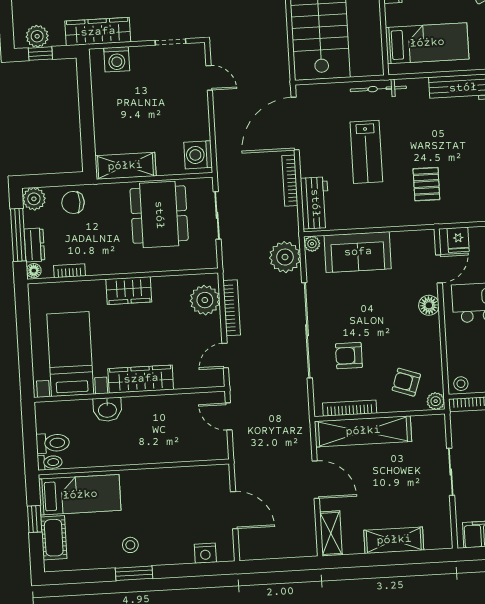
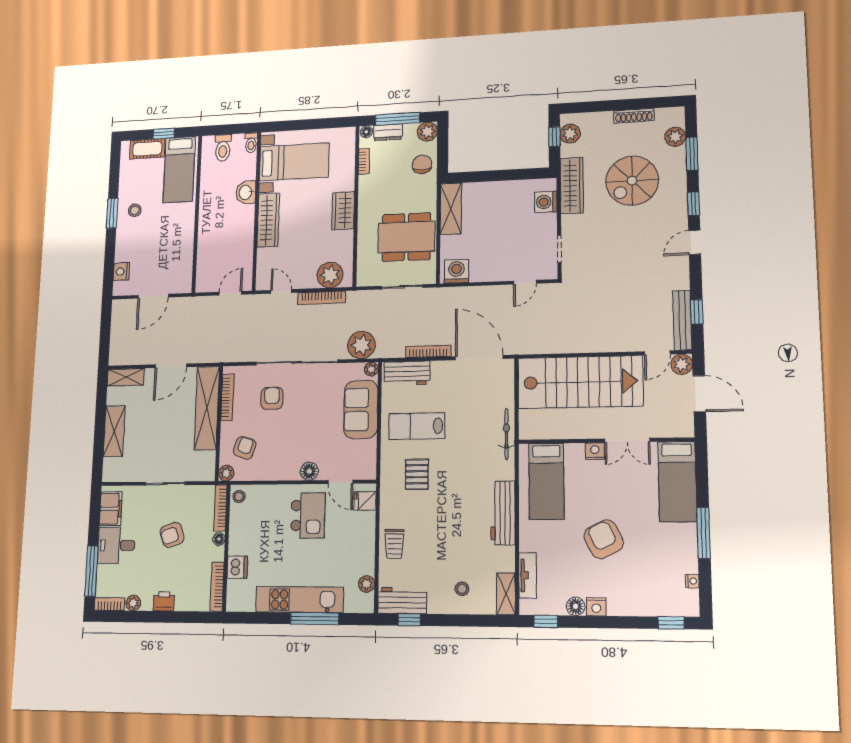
lab bench: (366, 152) -> (417, 426), moved
pallet: (426, 184) -> (417, 474), turned 90
toilet: (50, 462) -> (251, 143), moved

